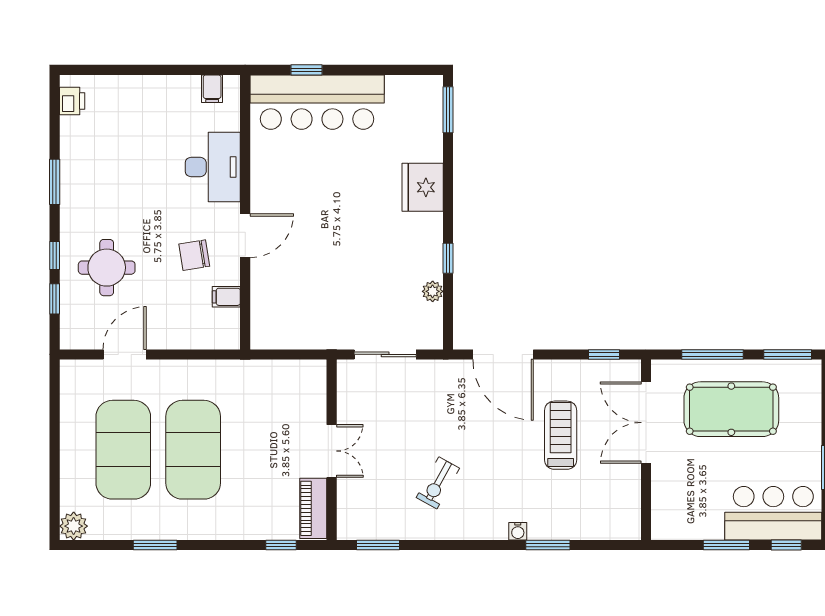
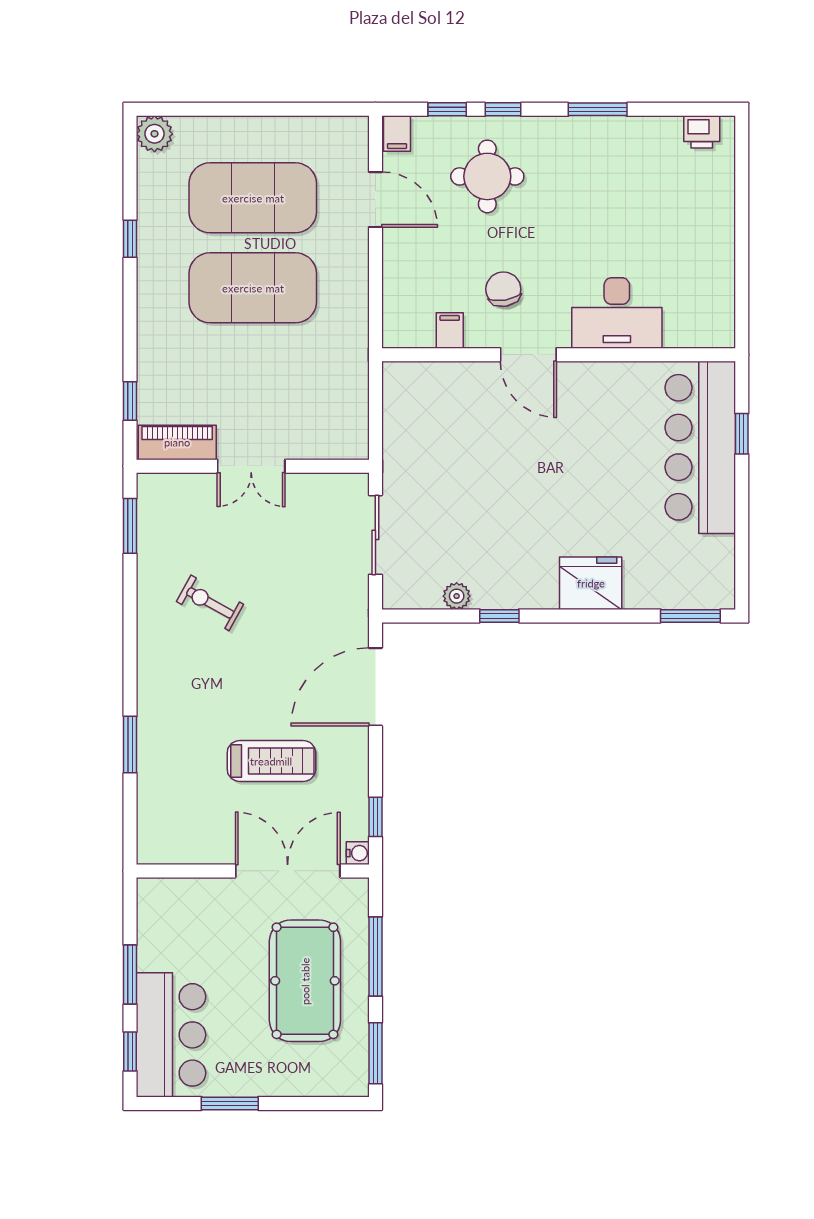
filing cabinet: (212, 89) -> (397, 134), moved, turned -90
water cooler: (518, 531) -> (358, 853), moved, turned 180
window: (155, 545) -> (130, 239), width x0.67

